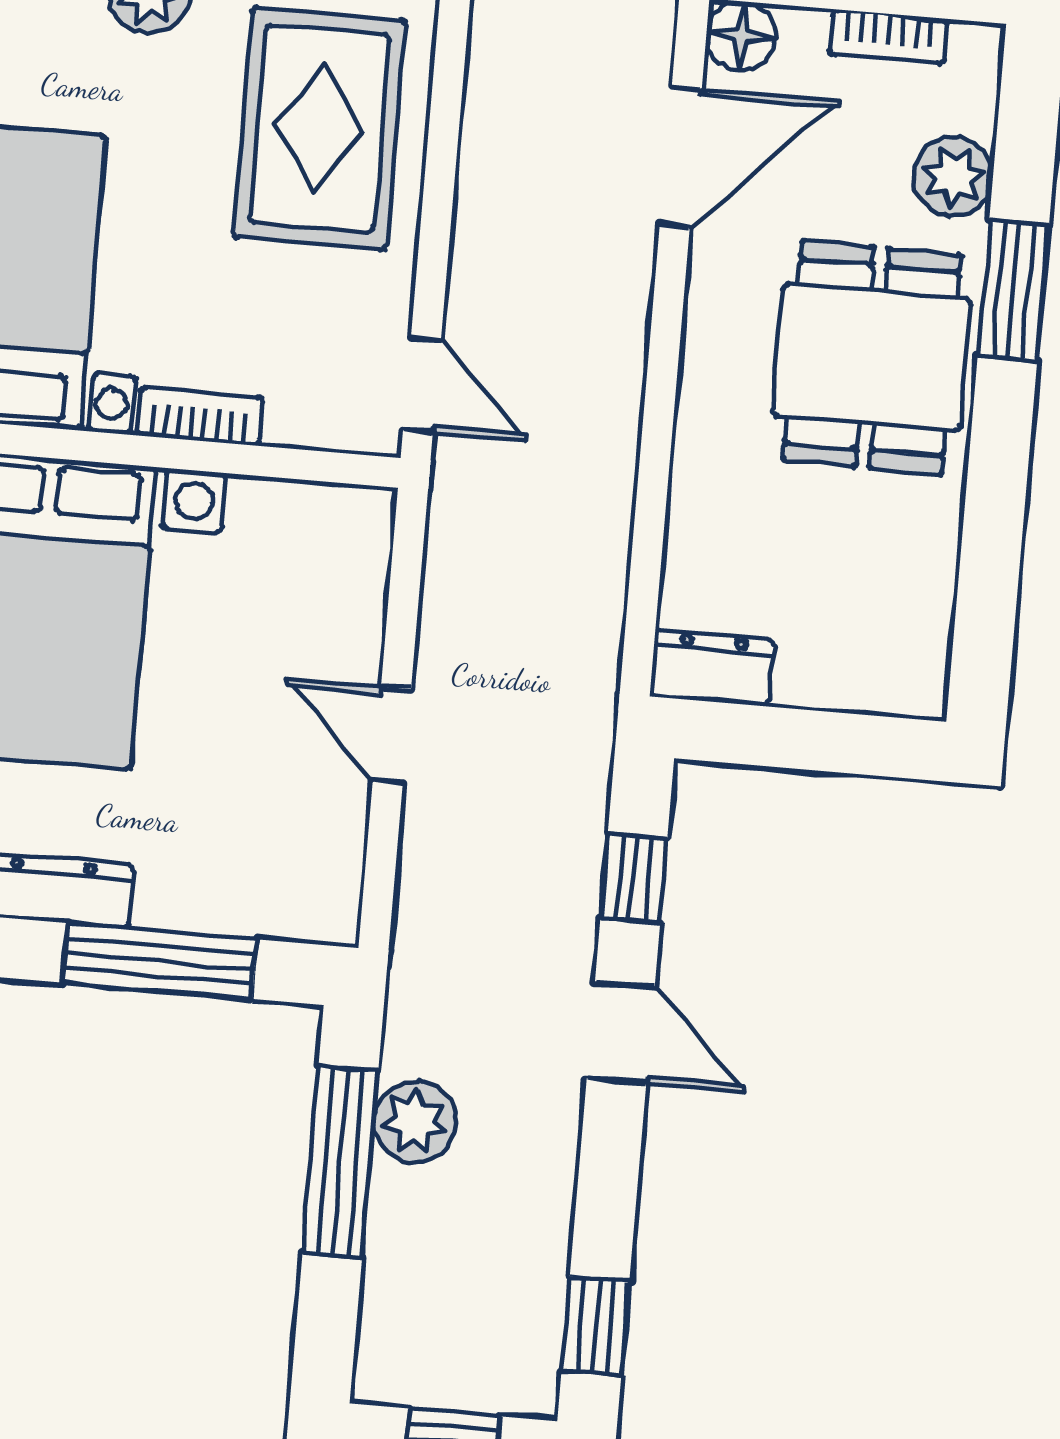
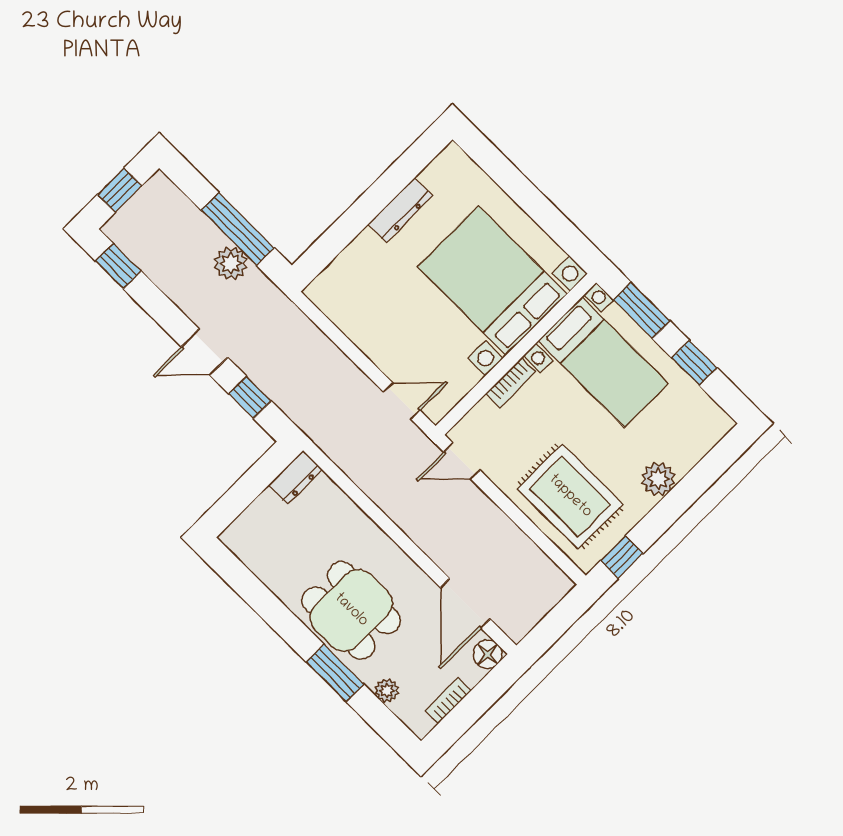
plant: (953, 177) -> (387, 690), width x0.73, depth x0.73
door: (392, 735) -> (402, 401), moved
window: (160, 961) -> (349, 225), removed

